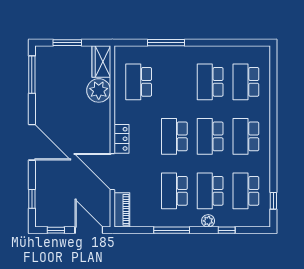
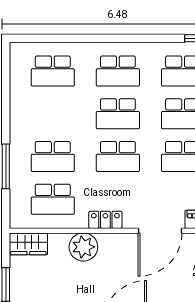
school desk: (210, 82) -> (53, 157), moved
plant: (99, 90) -> (83, 247), moved
locker: (121, 139) -> (105, 220), moved

